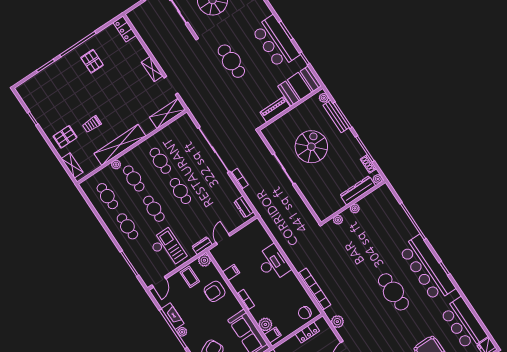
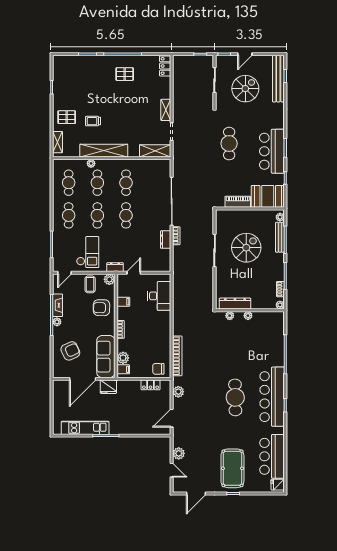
pallet: (92, 61) -> (125, 74), turned 90
dresser: (358, 190) -> (235, 304), moved
dresser: (244, 207) -> (166, 240), moved
desk: (273, 263) -> (159, 296), moved

